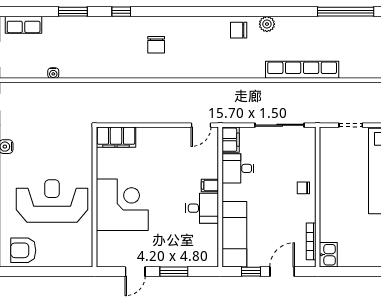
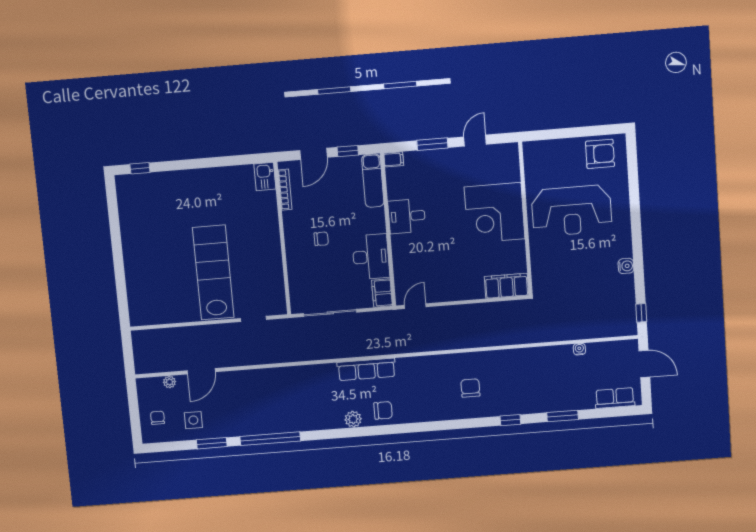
row of seats: (302, 70) -> (366, 369), moved, width x0.73
desk: (238, 168) -> (371, 257), width x1.37
filing cabinet: (210, 186) -> (394, 159), moved
chair: (303, 188) -> (321, 239), moved
exam couch: (234, 234) -> (373, 181), width x0.73, depth x0.69

